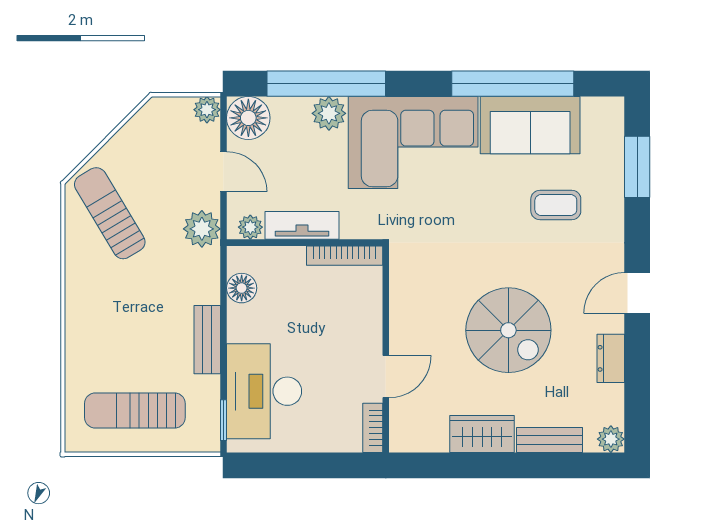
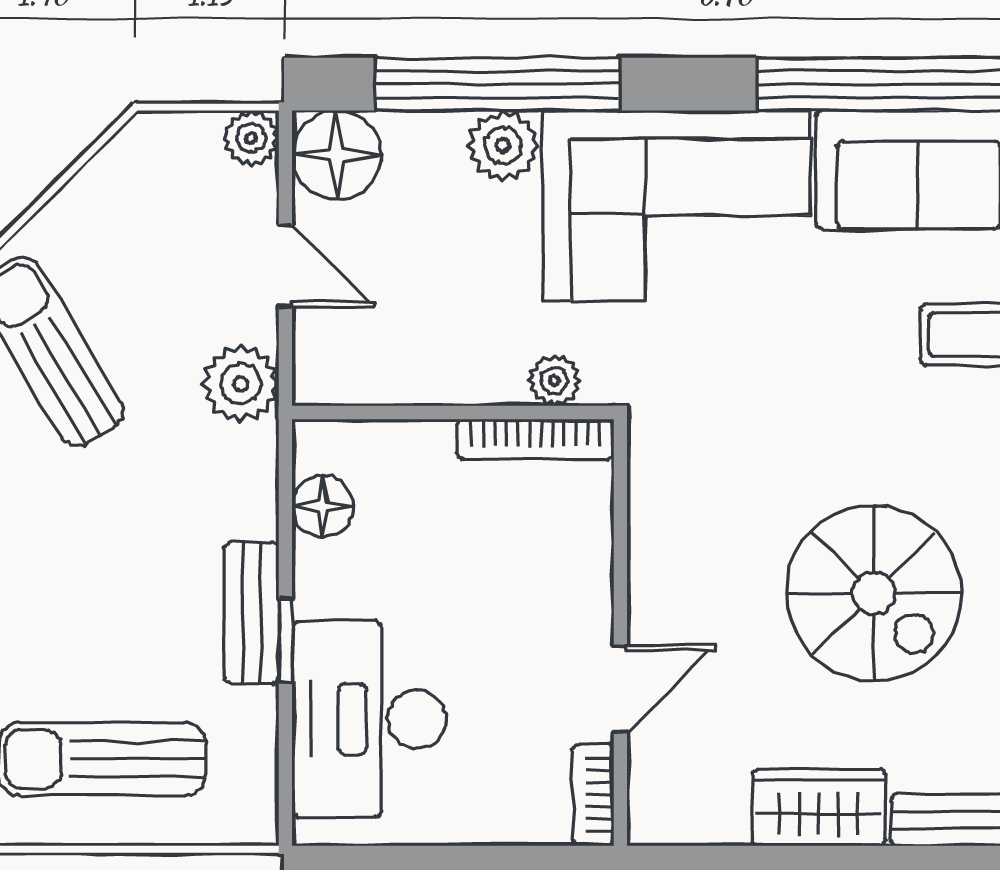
tv unit: (302, 225) -> (448, 377), removed
plant: (250, 227) -> (554, 380), moved
window: (224, 420) -> (285, 640), moved

